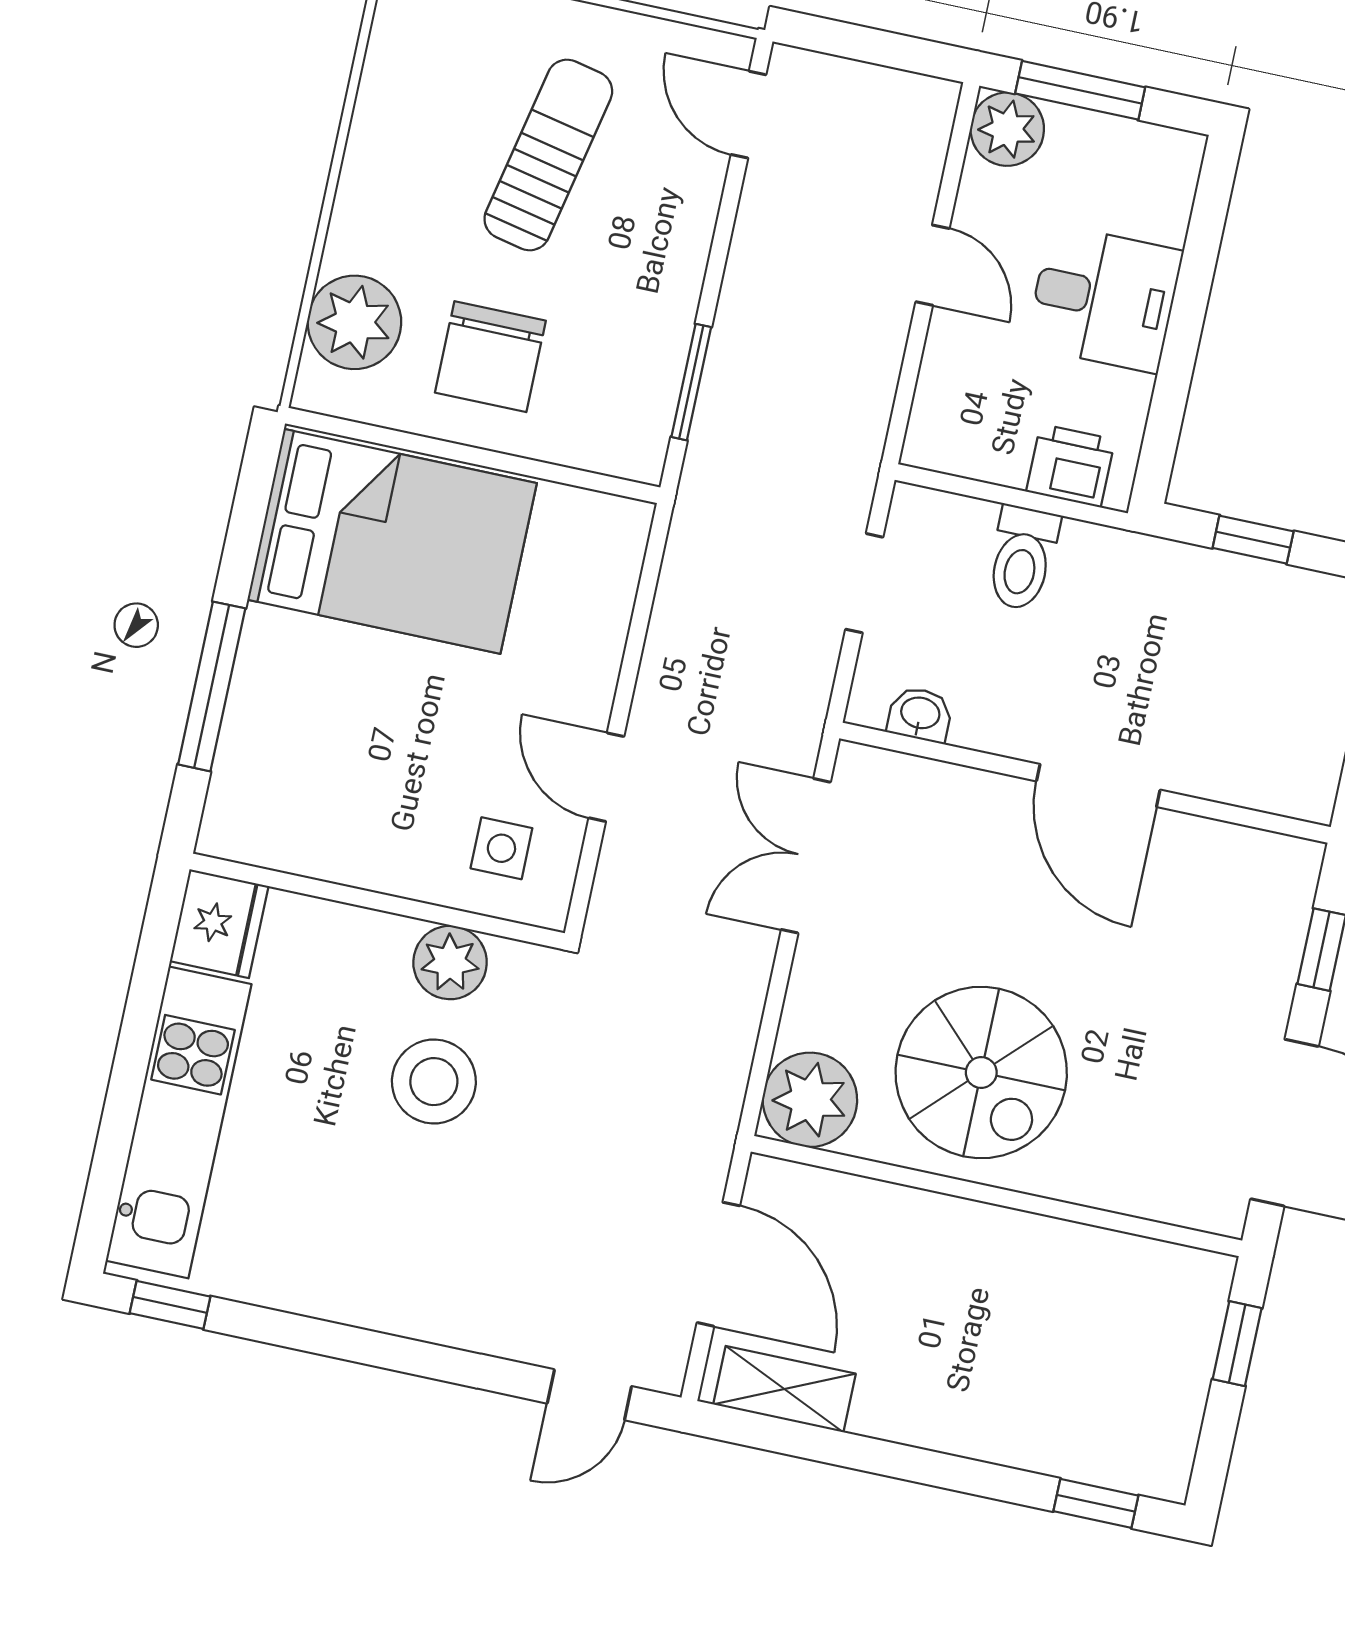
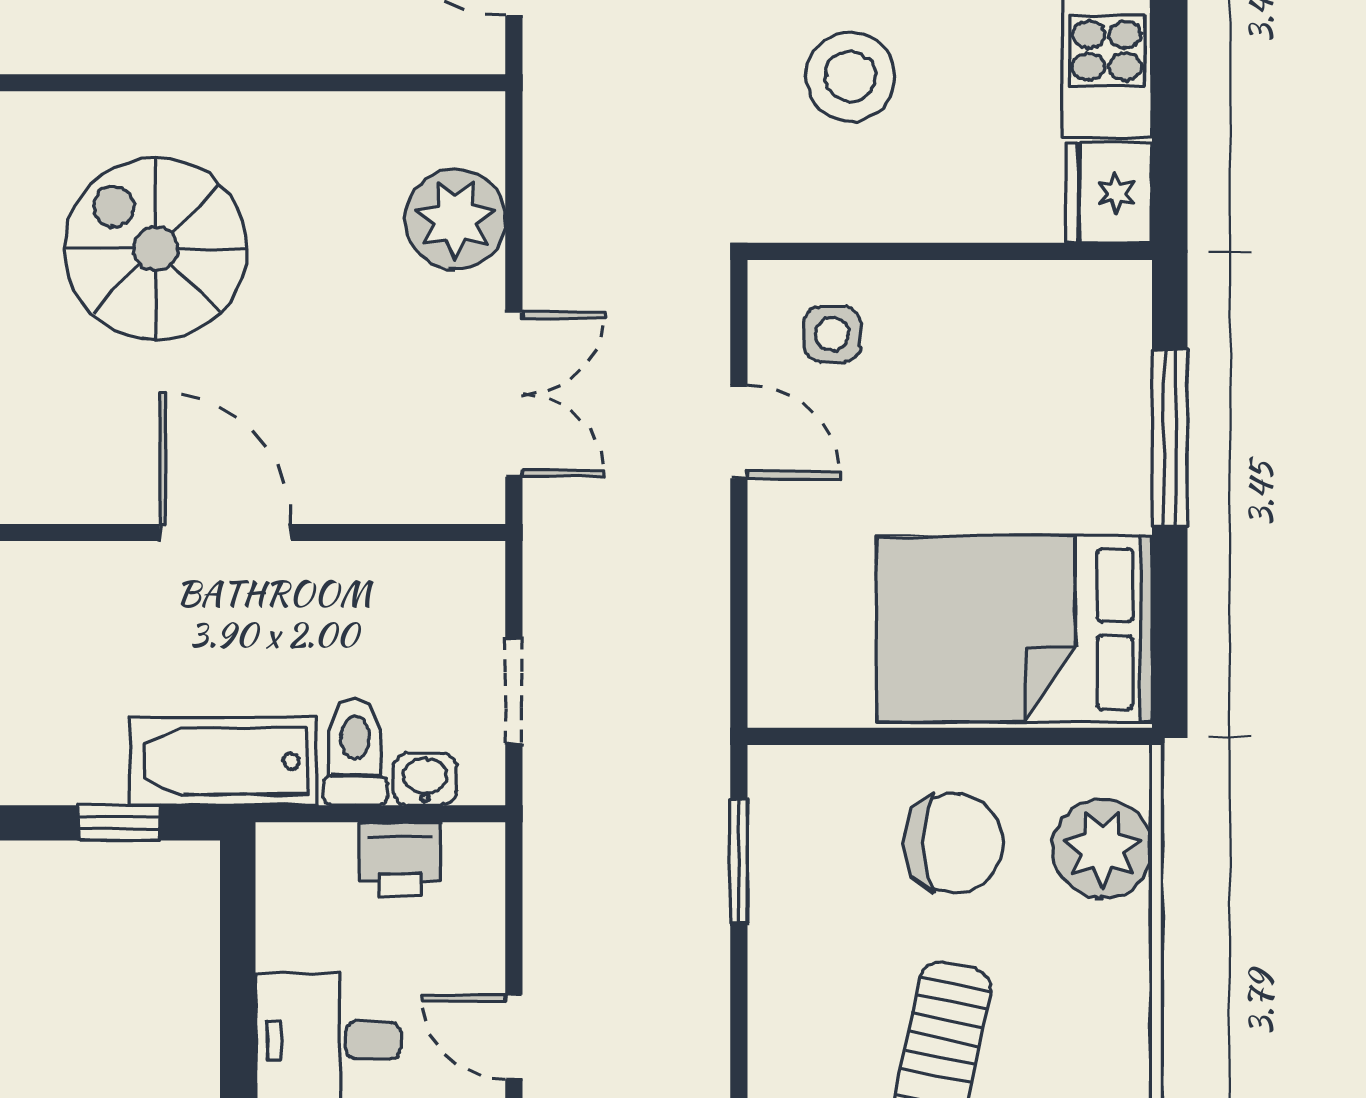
chair: (490, 357) -> (953, 843), turned 90
printer: (1071, 466) -> (400, 859), moved
bathtub: (1145, 576) -> (224, 761), added
washbasin: (920, 714) -> (425, 779), moved, turned 180
plant: (450, 963) -> (860, 204), removed
spiral stairs: (981, 1072) -> (156, 249), moved
plant: (810, 1100) -> (455, 219), moved

